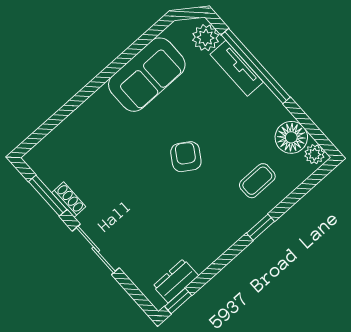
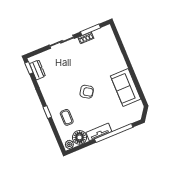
plant: (206, 38) -> (132, 117), removed
tv unit: (237, 68) -> (99, 132), moved

